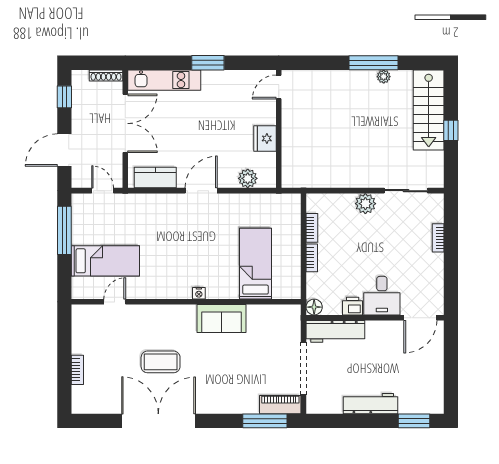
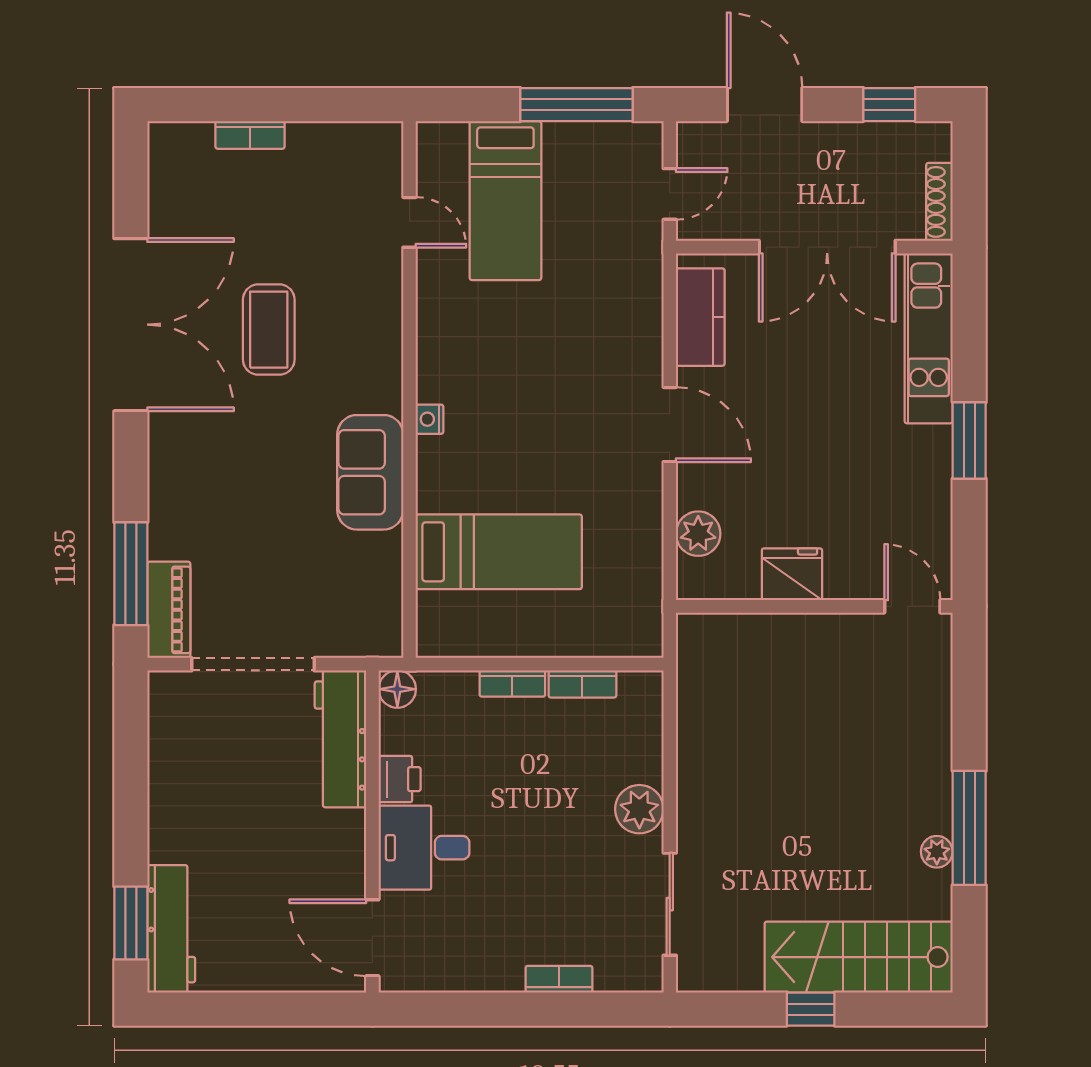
workbench: (370, 404) -> (171, 929), moved

